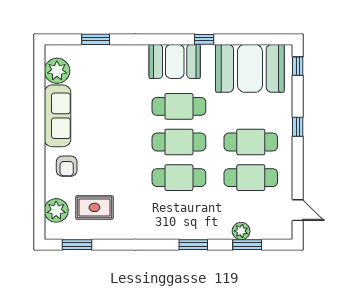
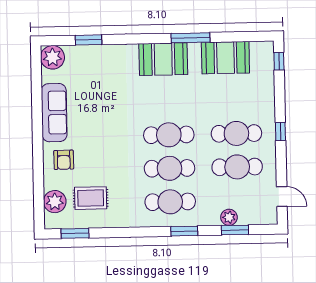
window: (204, 39) -> (190, 38), width x2.17
booth: (250, 68) -> (225, 58), width x0.73, depth x0.70
plant: (57, 71) -> (52, 57), moved
cafe table: (179, 106) -> (170, 202), moved
window: (298, 127) -> (280, 132), moved

